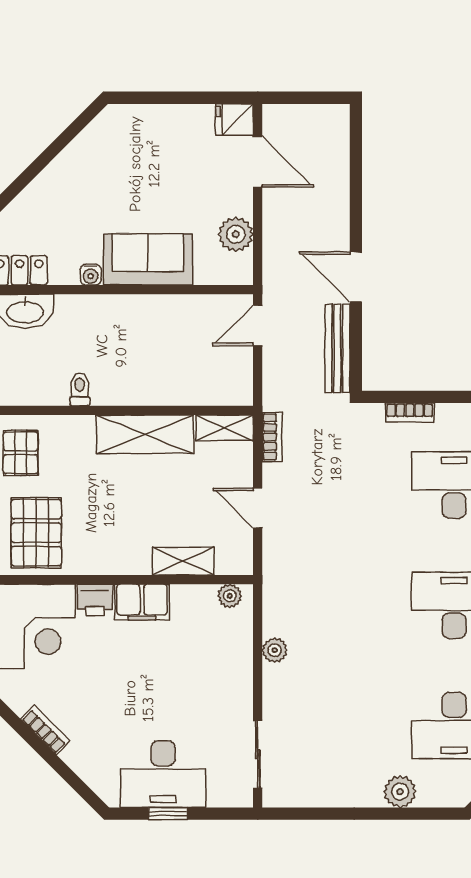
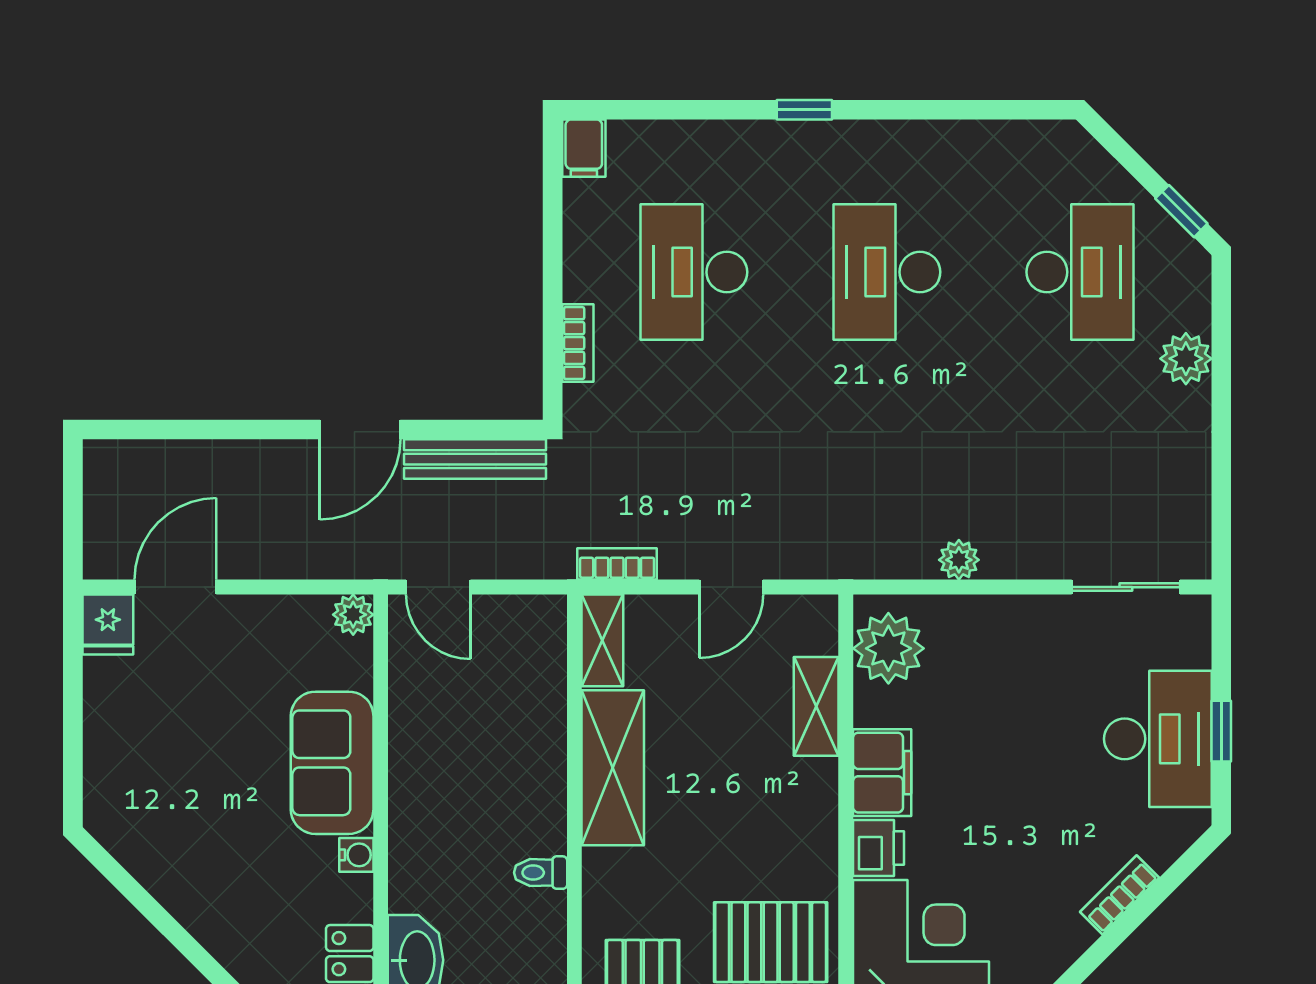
plant: (236, 234) -> (353, 615), moved, width x0.73, depth x0.73
plant: (230, 596) -> (888, 648), width x1.88, depth x1.88
bookcase: (45, 730) -> (1120, 895), moved

